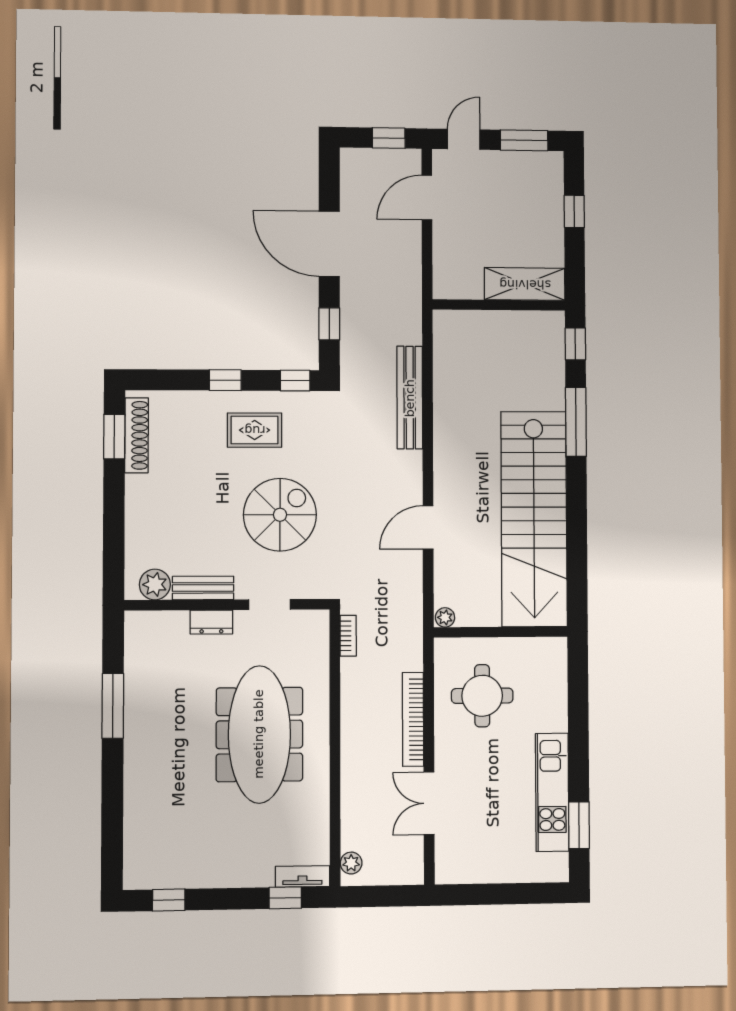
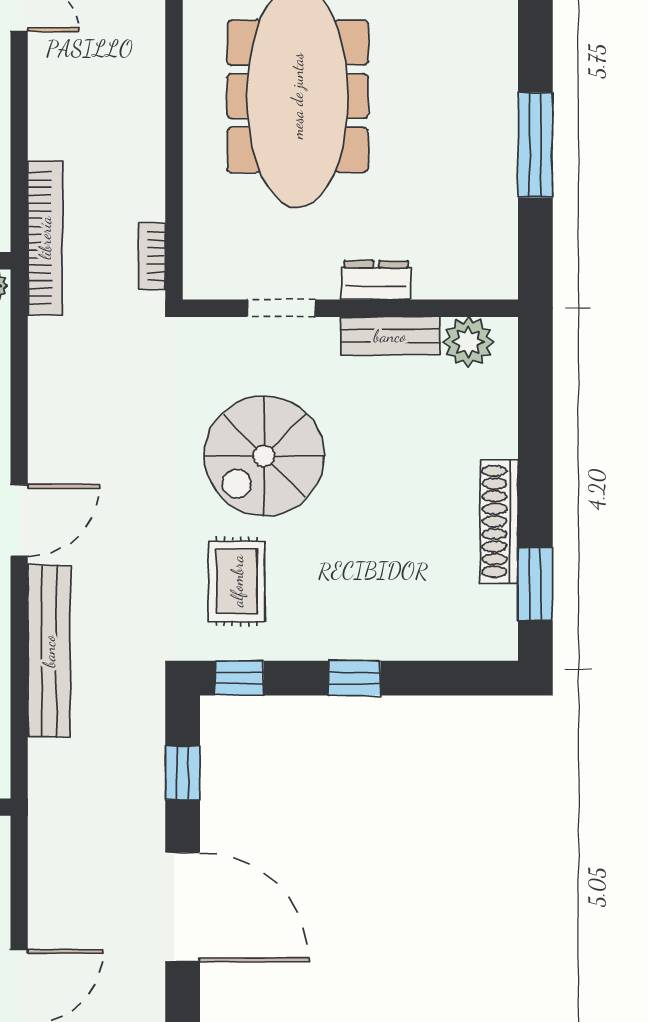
rug: (255, 430) -> (237, 581), moved, turned 90
shoe rack: (137, 435) -> (499, 521), moved
door: (428, 527) -> (19, 520), moved
bookcase: (413, 719) -> (45, 238), moved

